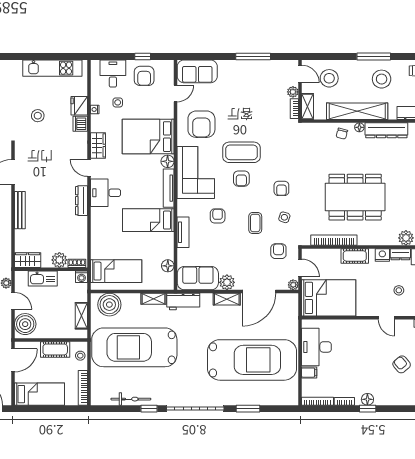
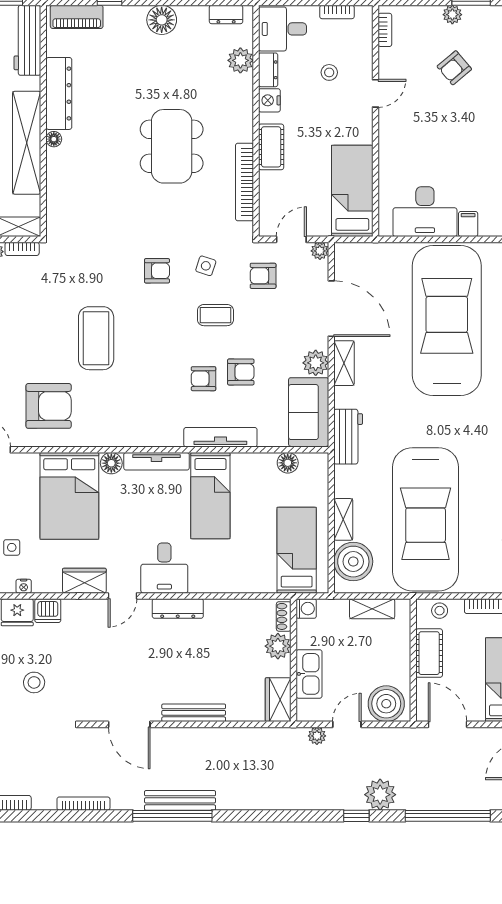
chair: (342, 134) -> (64, 169), removed
corner sofa: (196, 172) -> (130, 416), removed
armchair: (241, 179) -> (241, 372), moved
dining table: (355, 197) -> (172, 146), width x0.73, depth x0.80
tv unit: (183, 232) -> (220, 437), width x1.41
bed: (329, 298) -> (352, 191), width x0.67
shelving: (154, 299) -> (343, 519), moved

